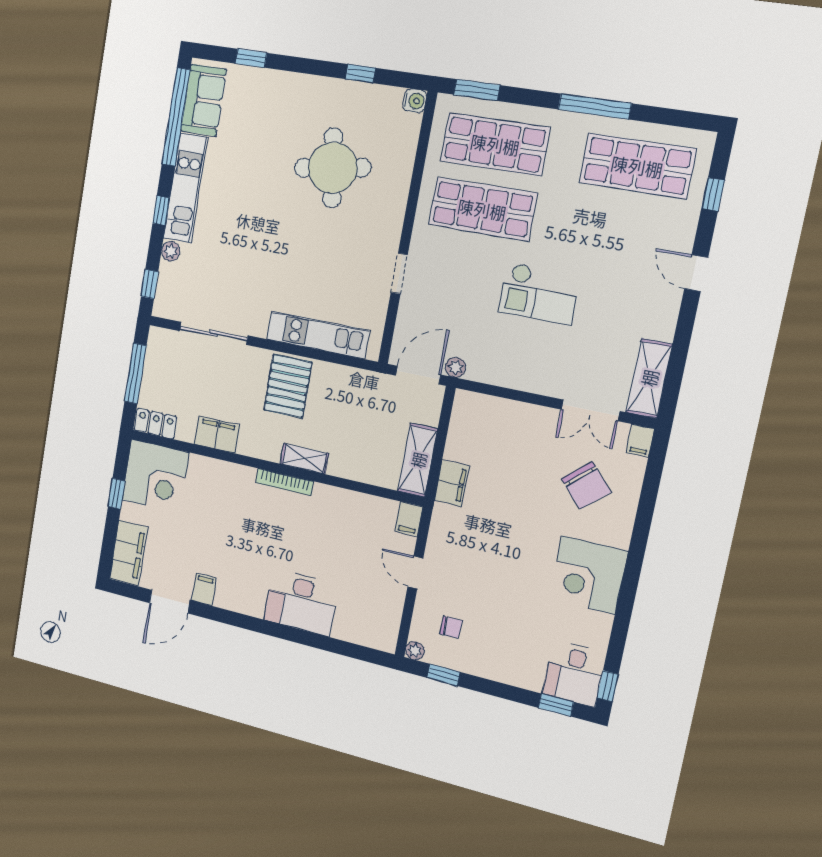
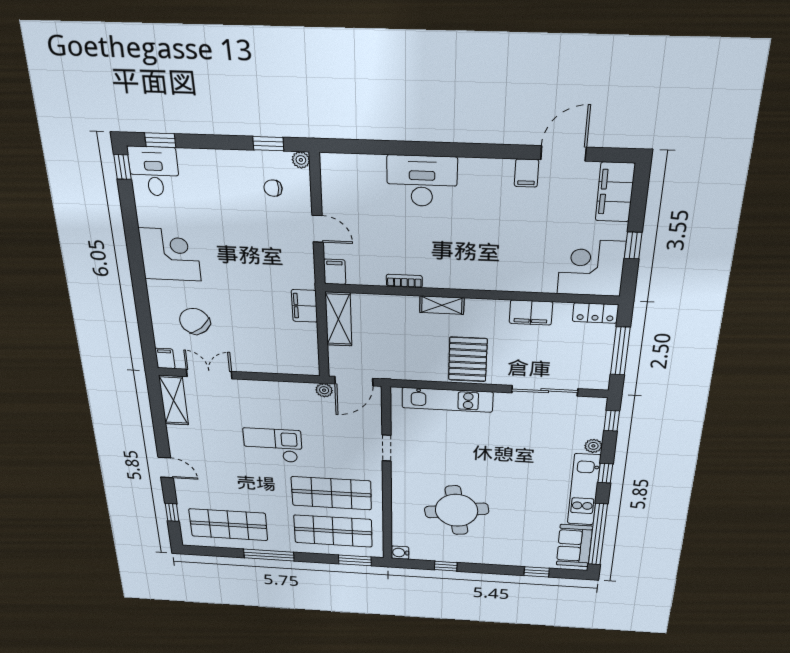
bookcase: (284, 482) -> (404, 281), moved, width x0.64

